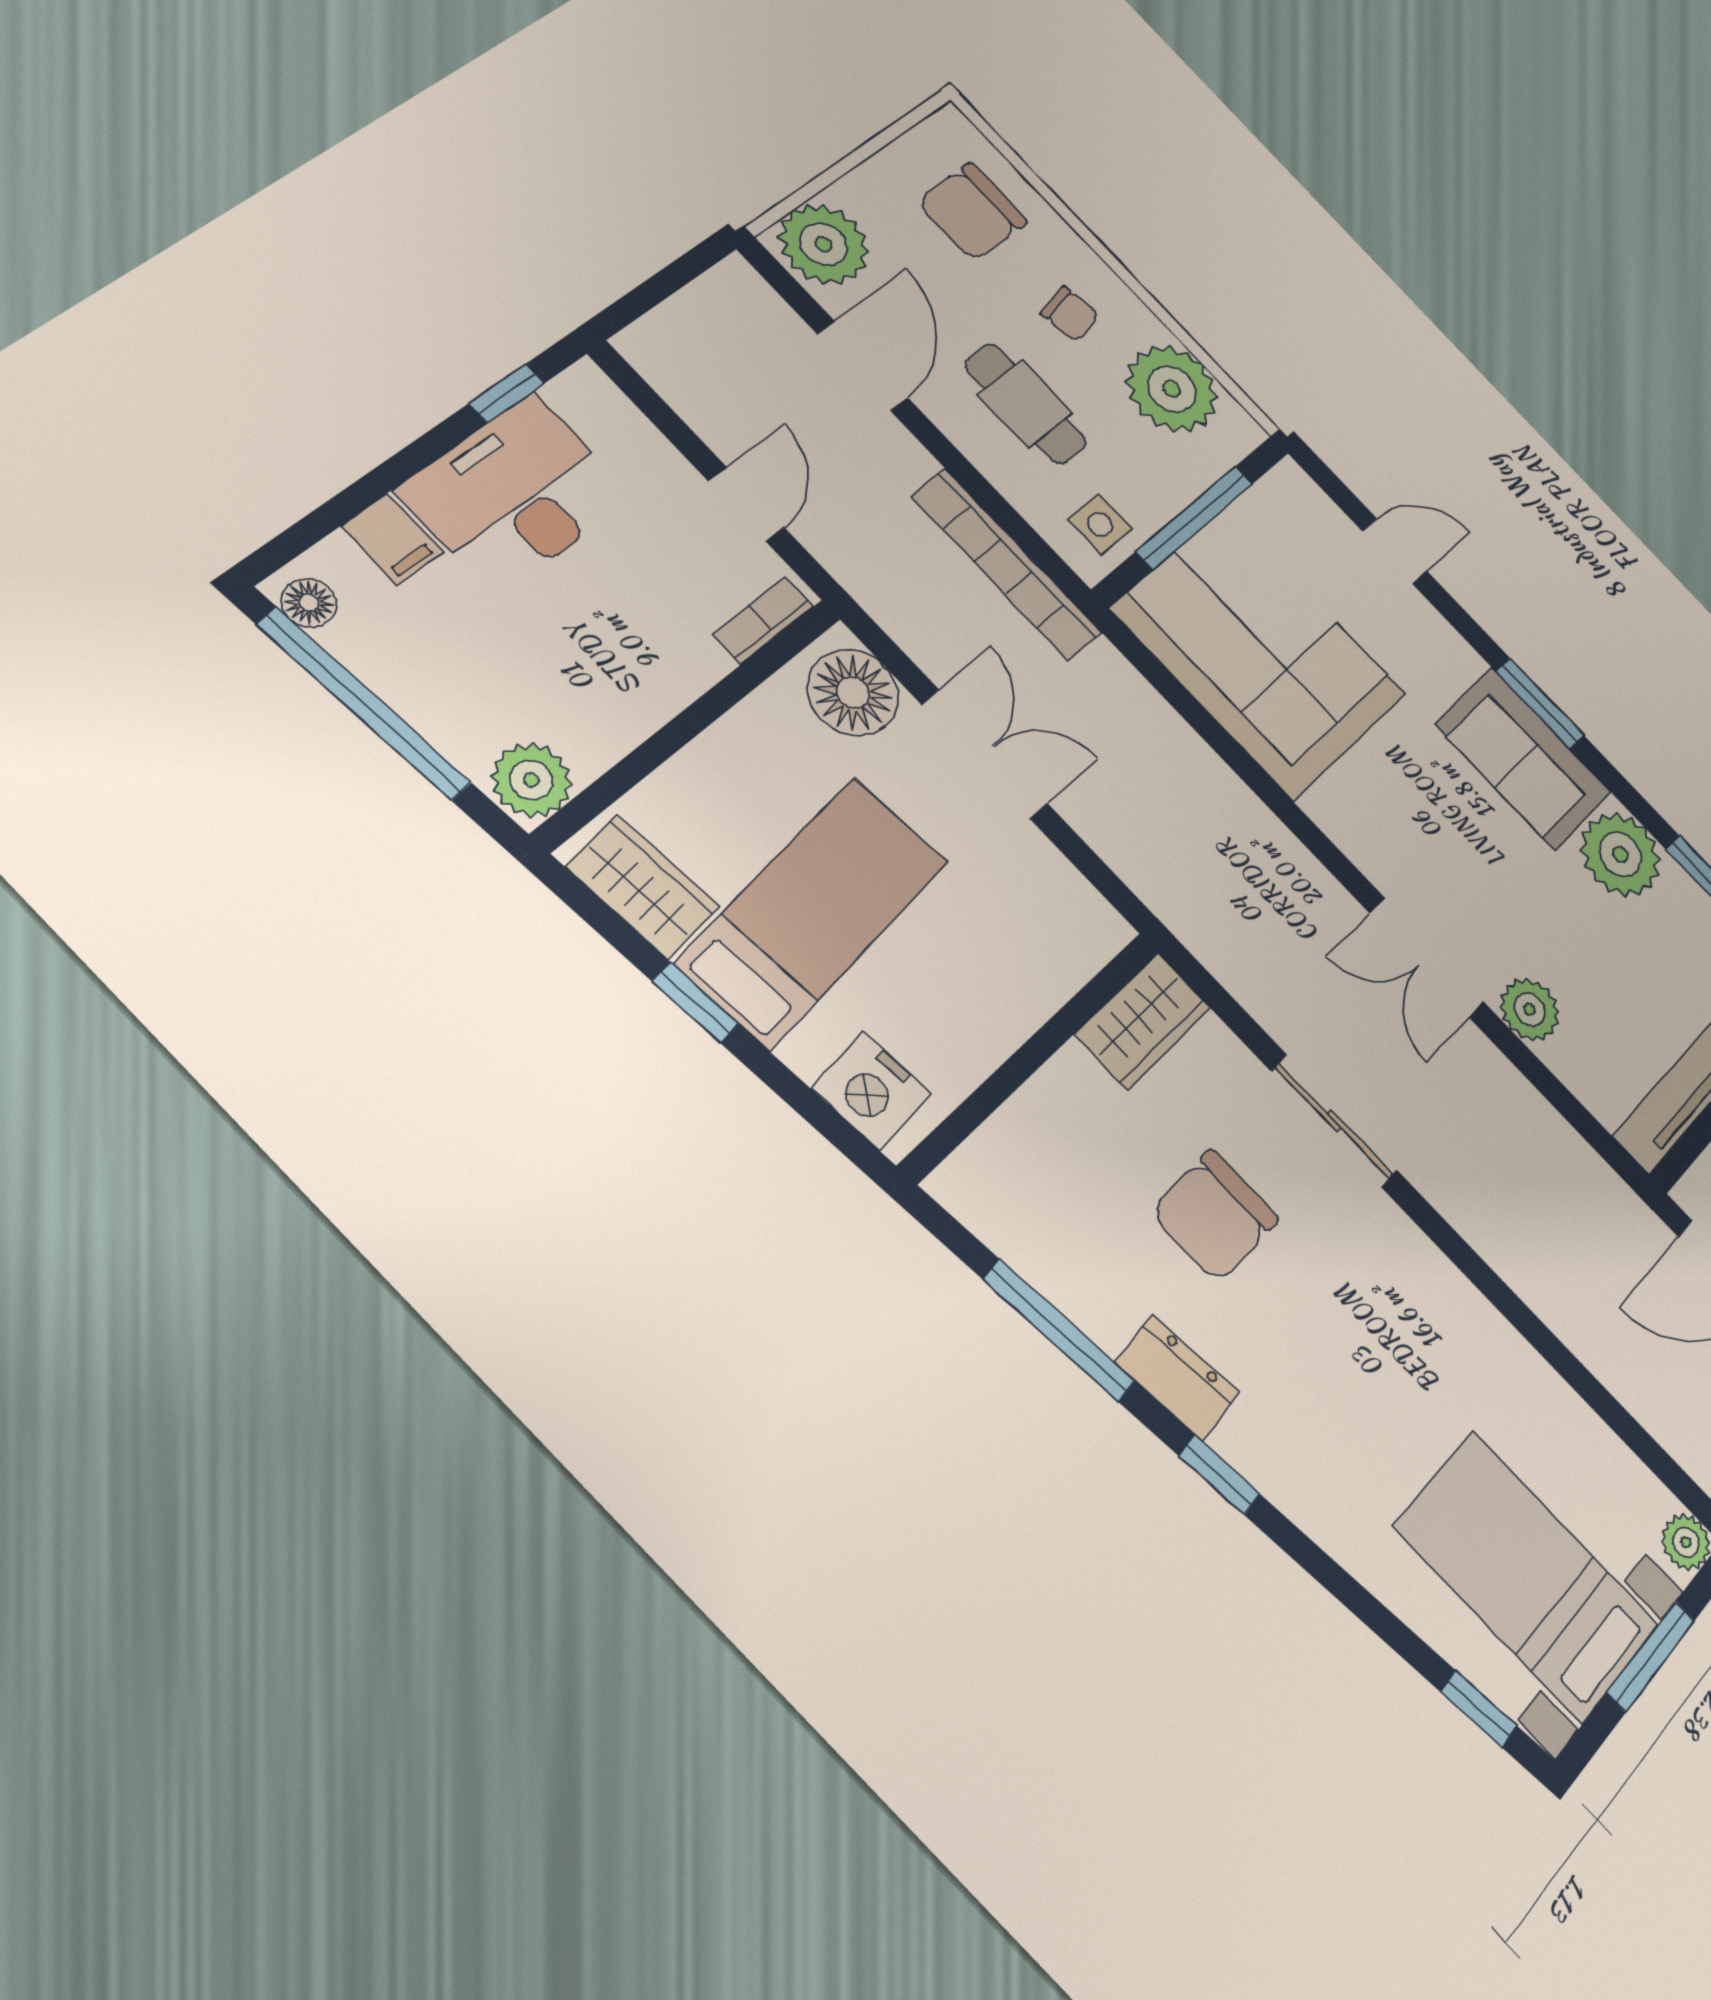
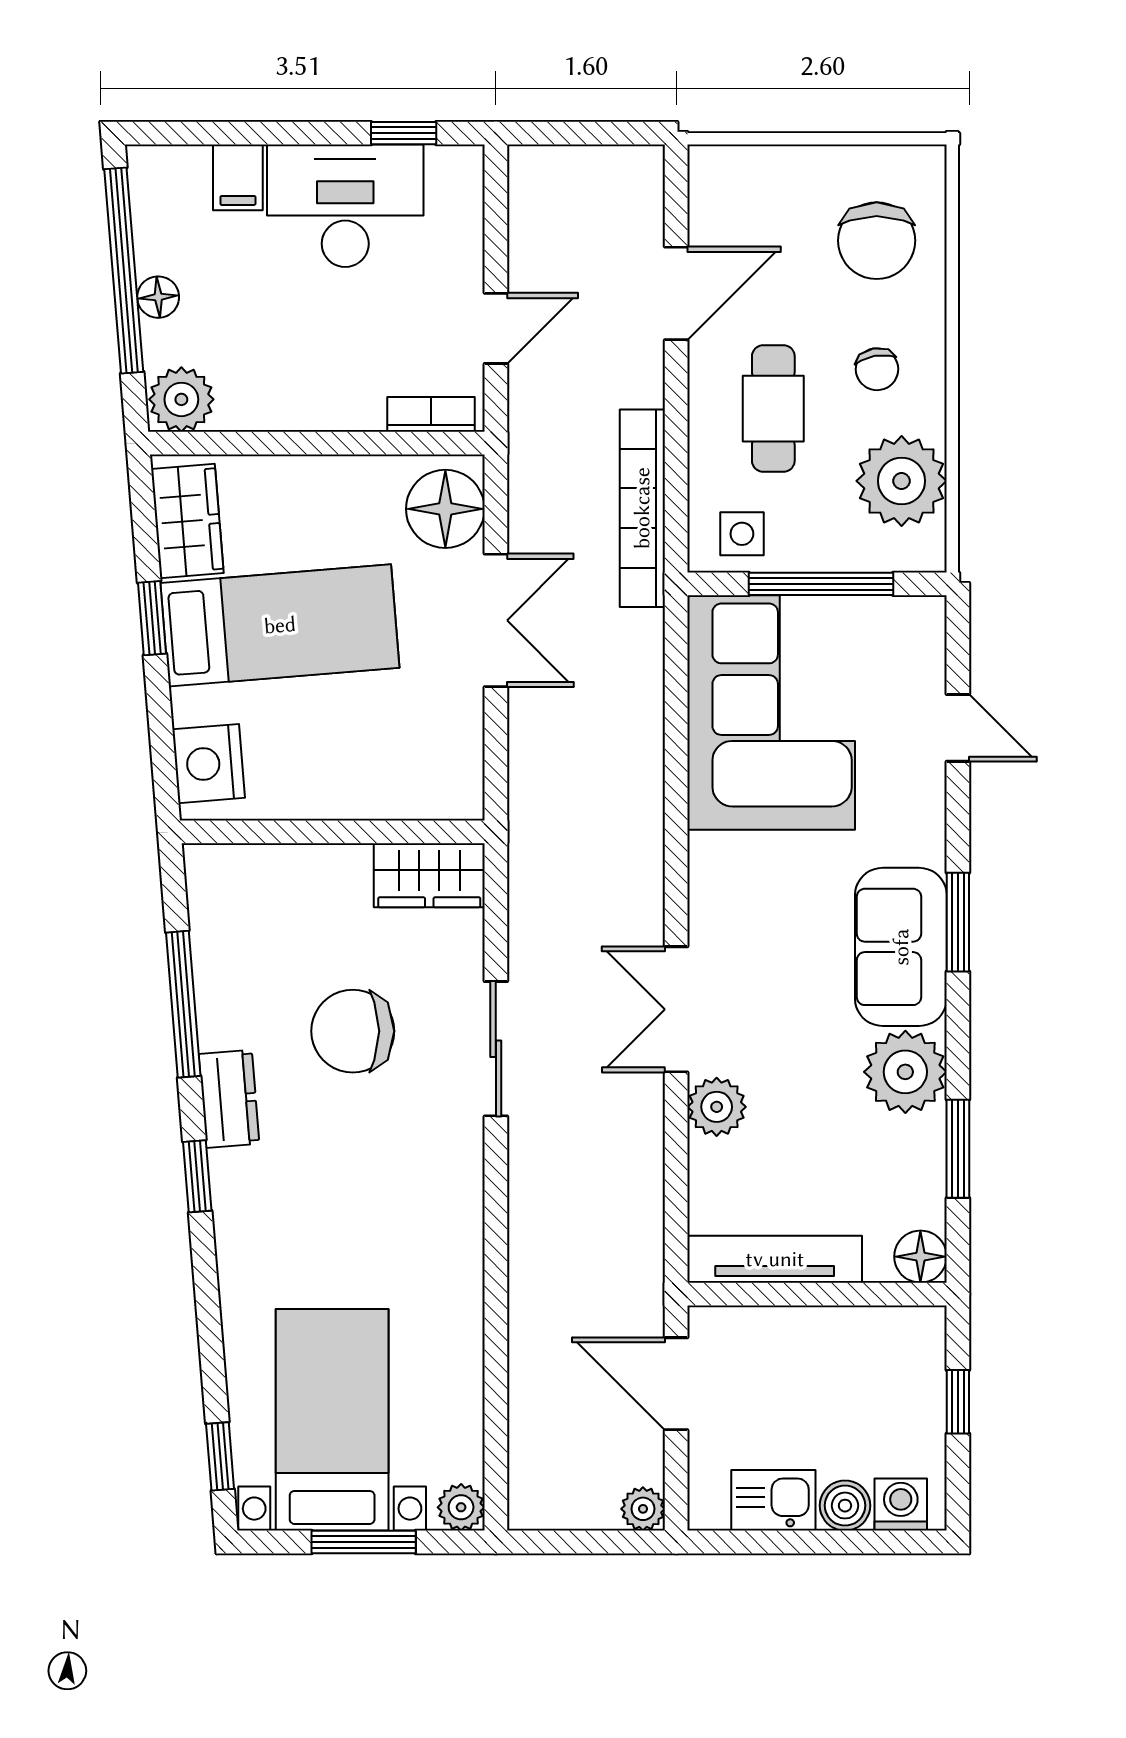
chair: (972, 212) -> (877, 241), turned -90
plant: (824, 244) -> (735, 186), removed
floor lamp: (309, 603) -> (158, 297), moved

